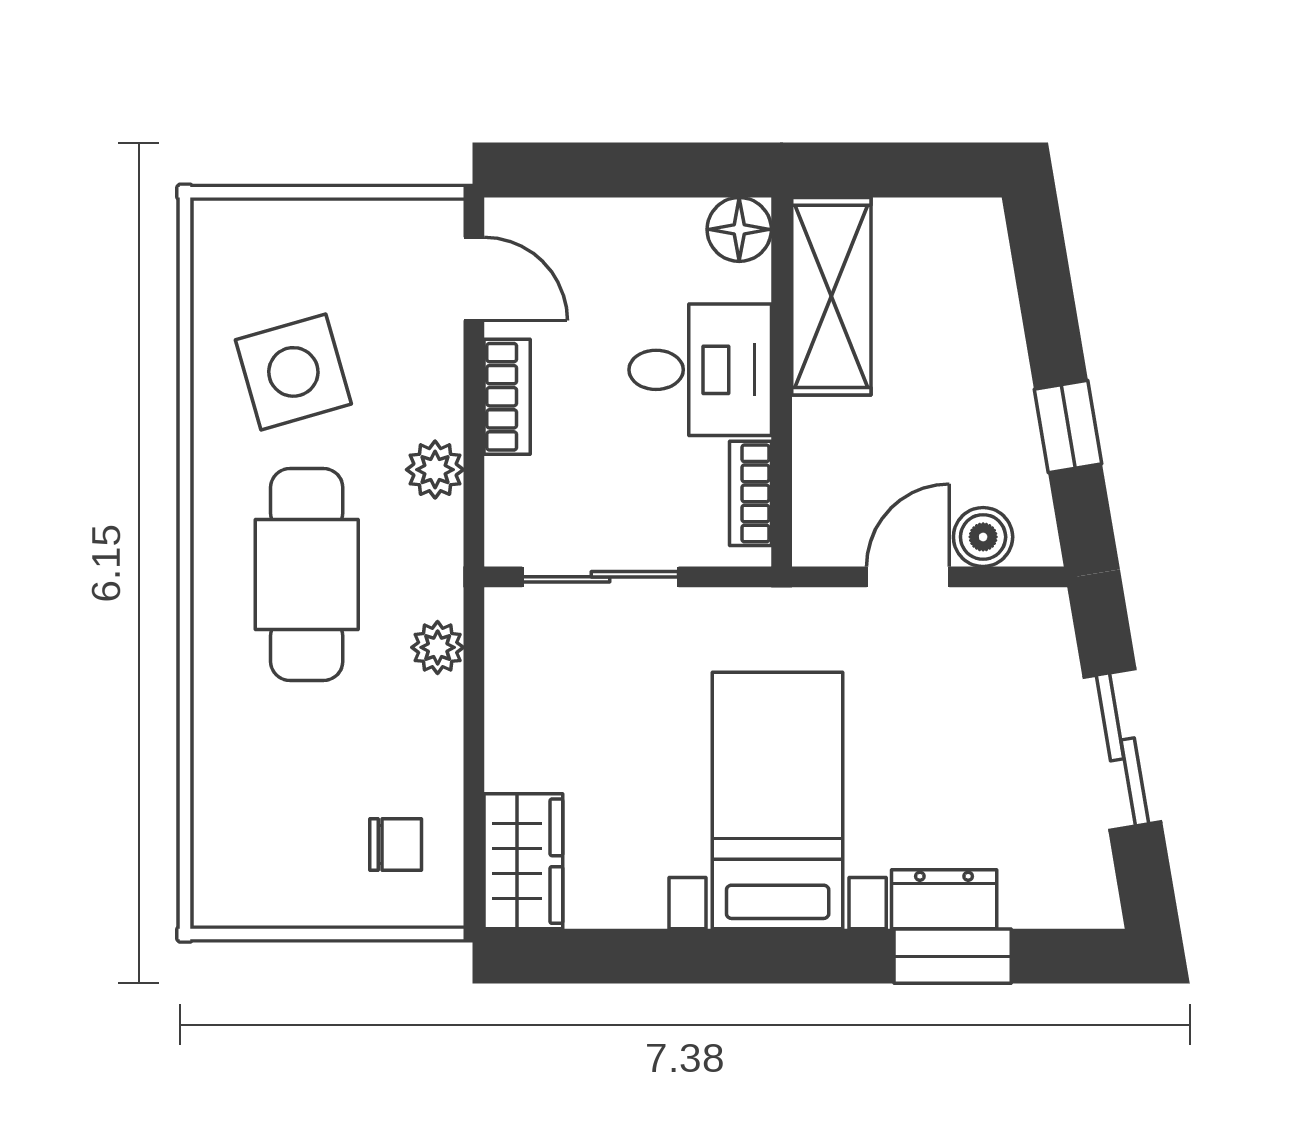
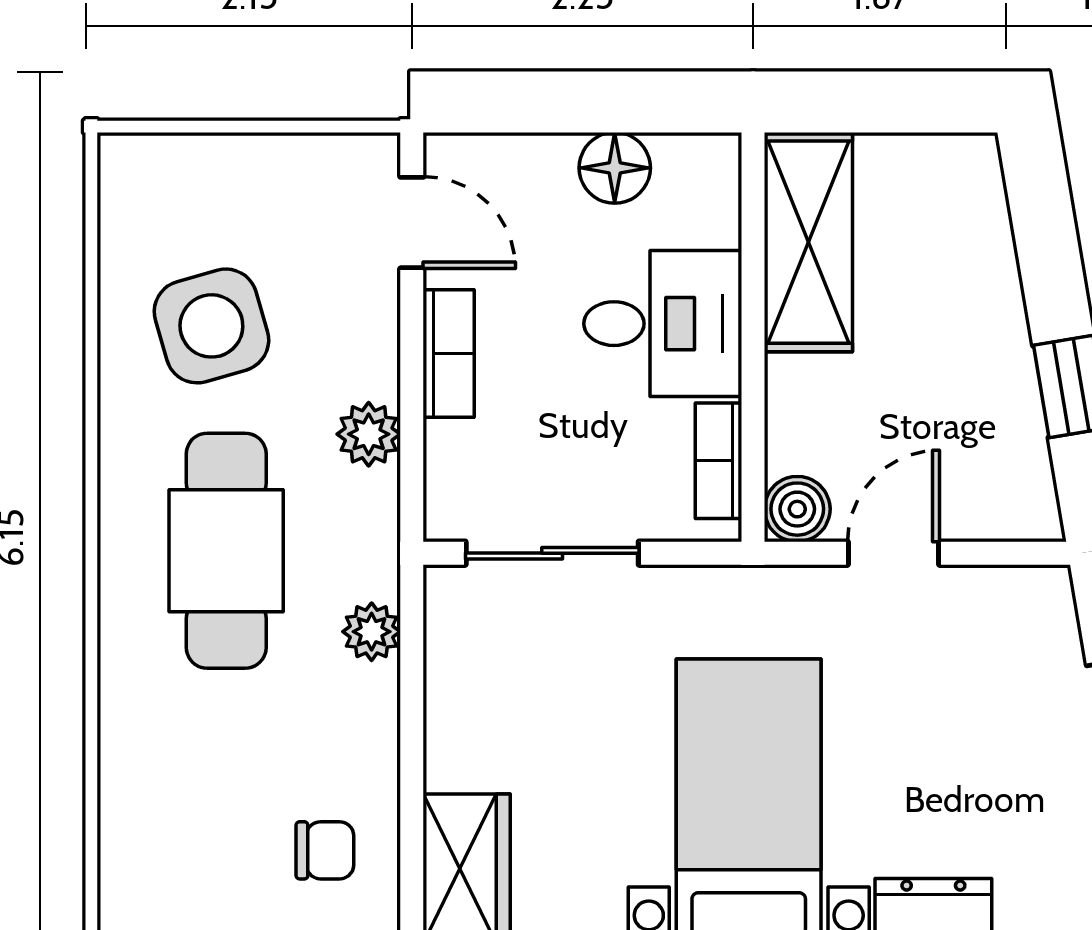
floor lamp: (739, 229) -> (615, 168), moved
boiler: (983, 537) -> (797, 509), moved

